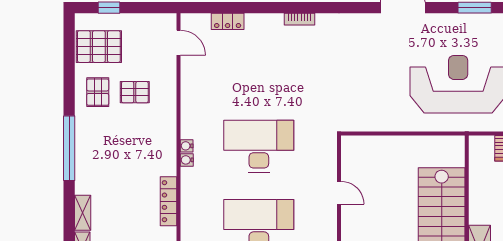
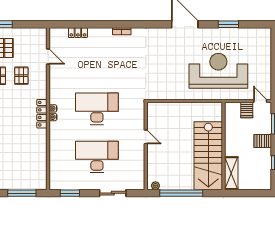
door: (179, 43) -> (48, 57), moved
pallet: (135, 92) -> (21, 76), turned 90
locker: (169, 201) -> (42, 114), moved

